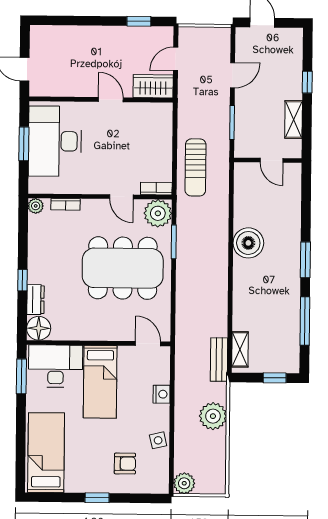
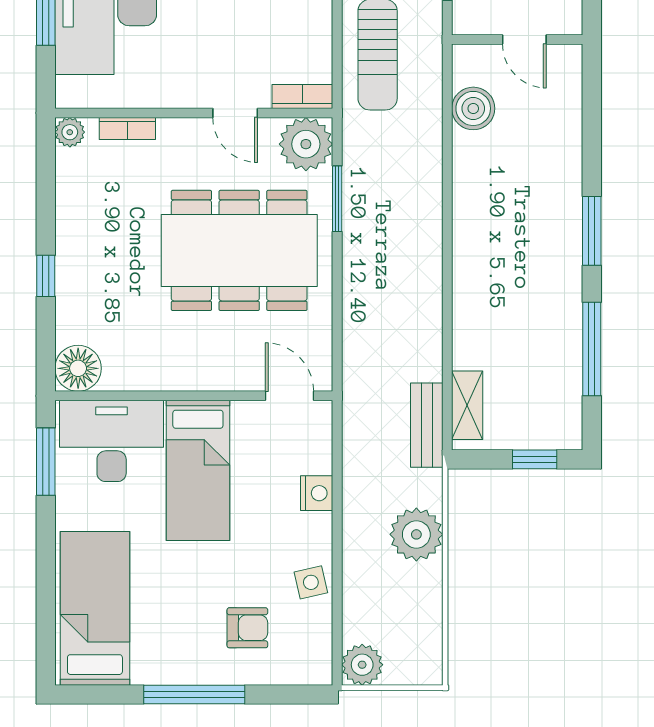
boiler: (248, 243) -> (473, 108), moved, width x0.73, depth x0.73
dresser: (35, 300) -> (71, 313), removed
window: (97, 498) -> (194, 695), width x2.17

